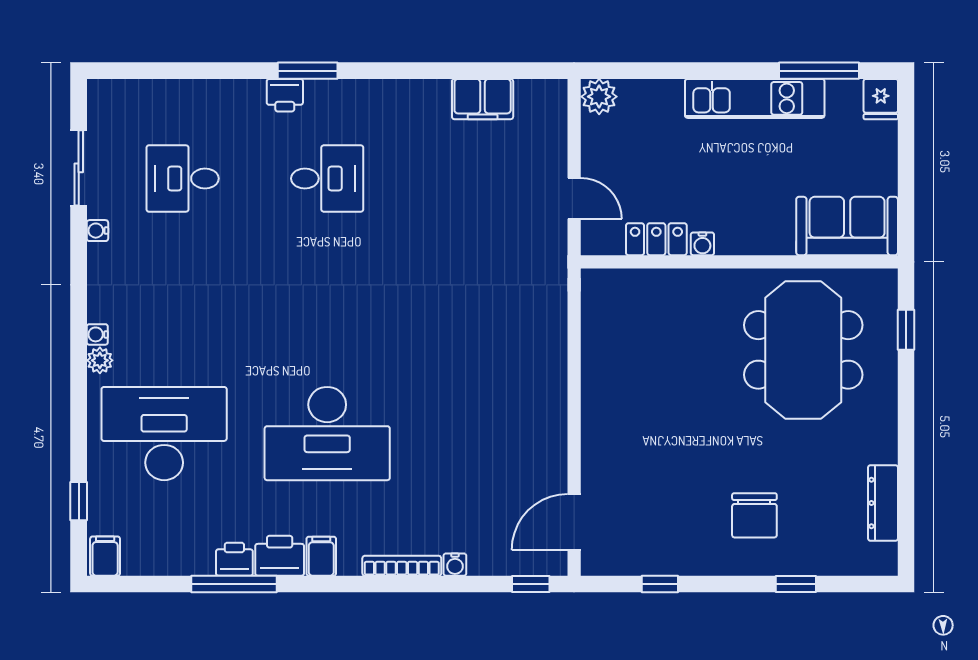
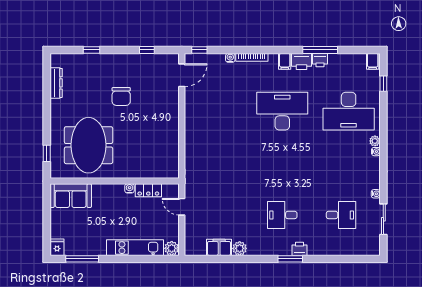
plant: (432, 96) -> (240, 248), added
kitchen unit: (755, 98) -> (135, 248), moved
chair: (754, 515) -> (121, 96), moved, turned 180

